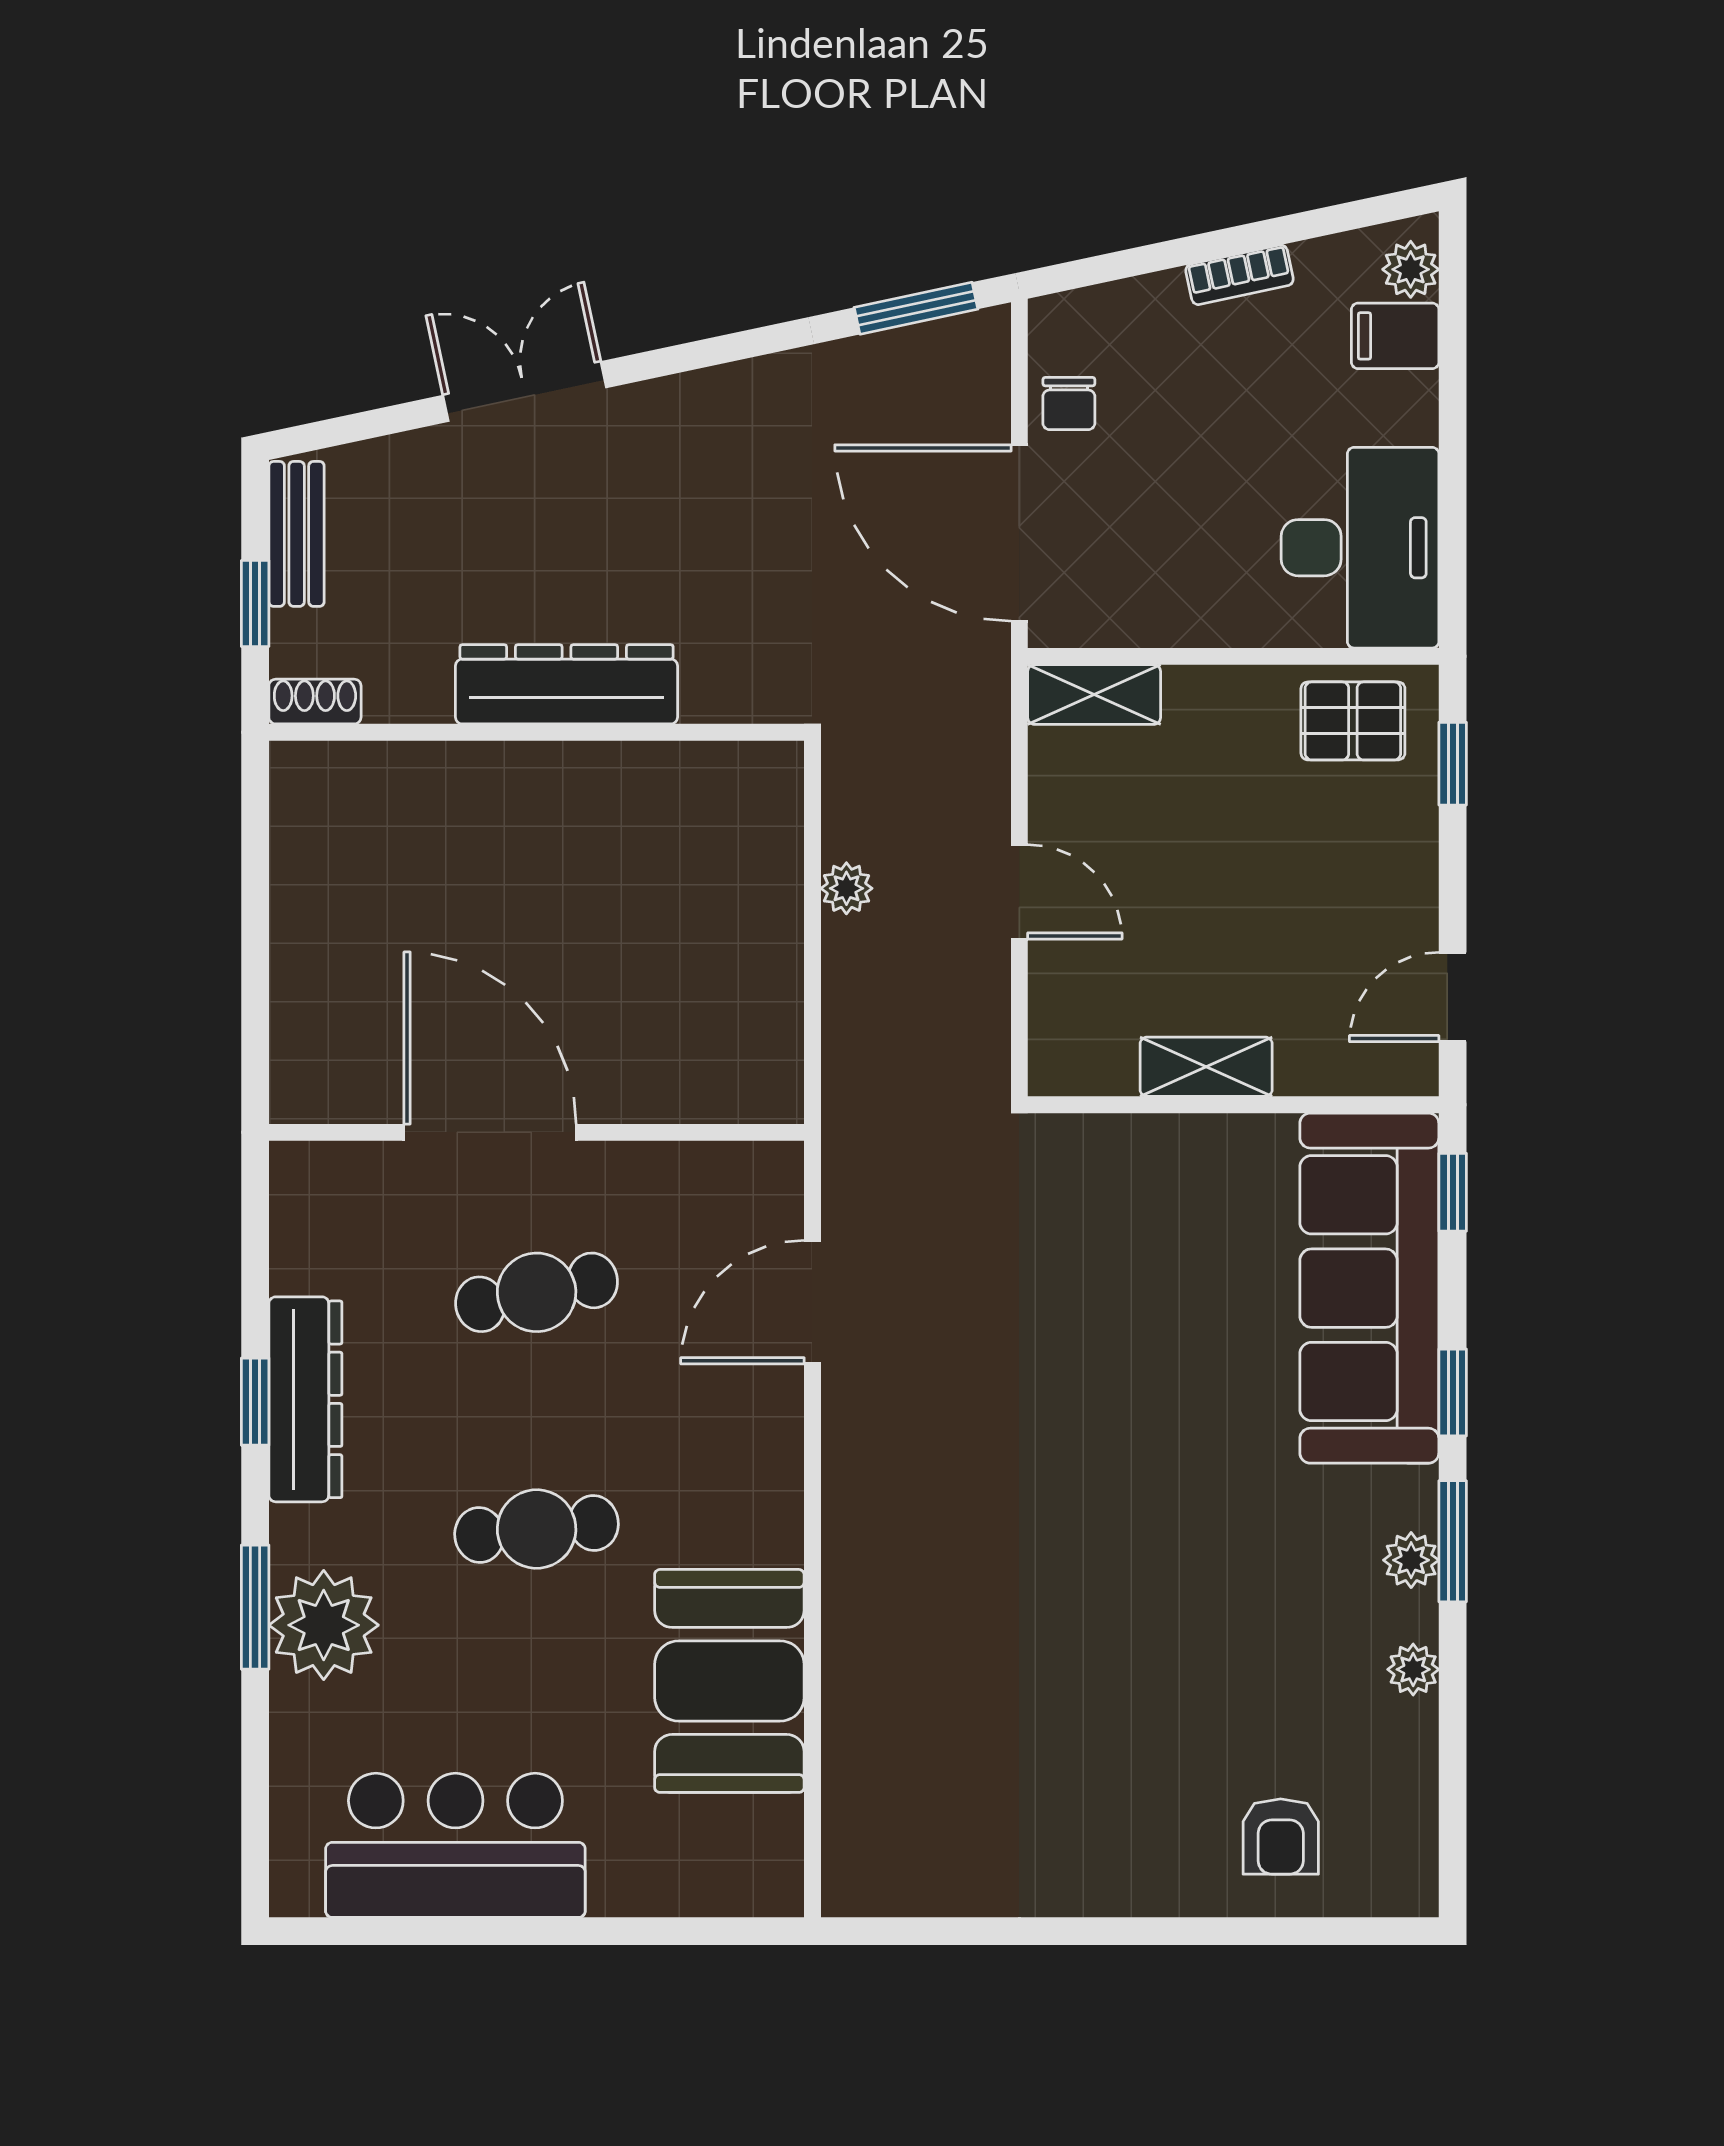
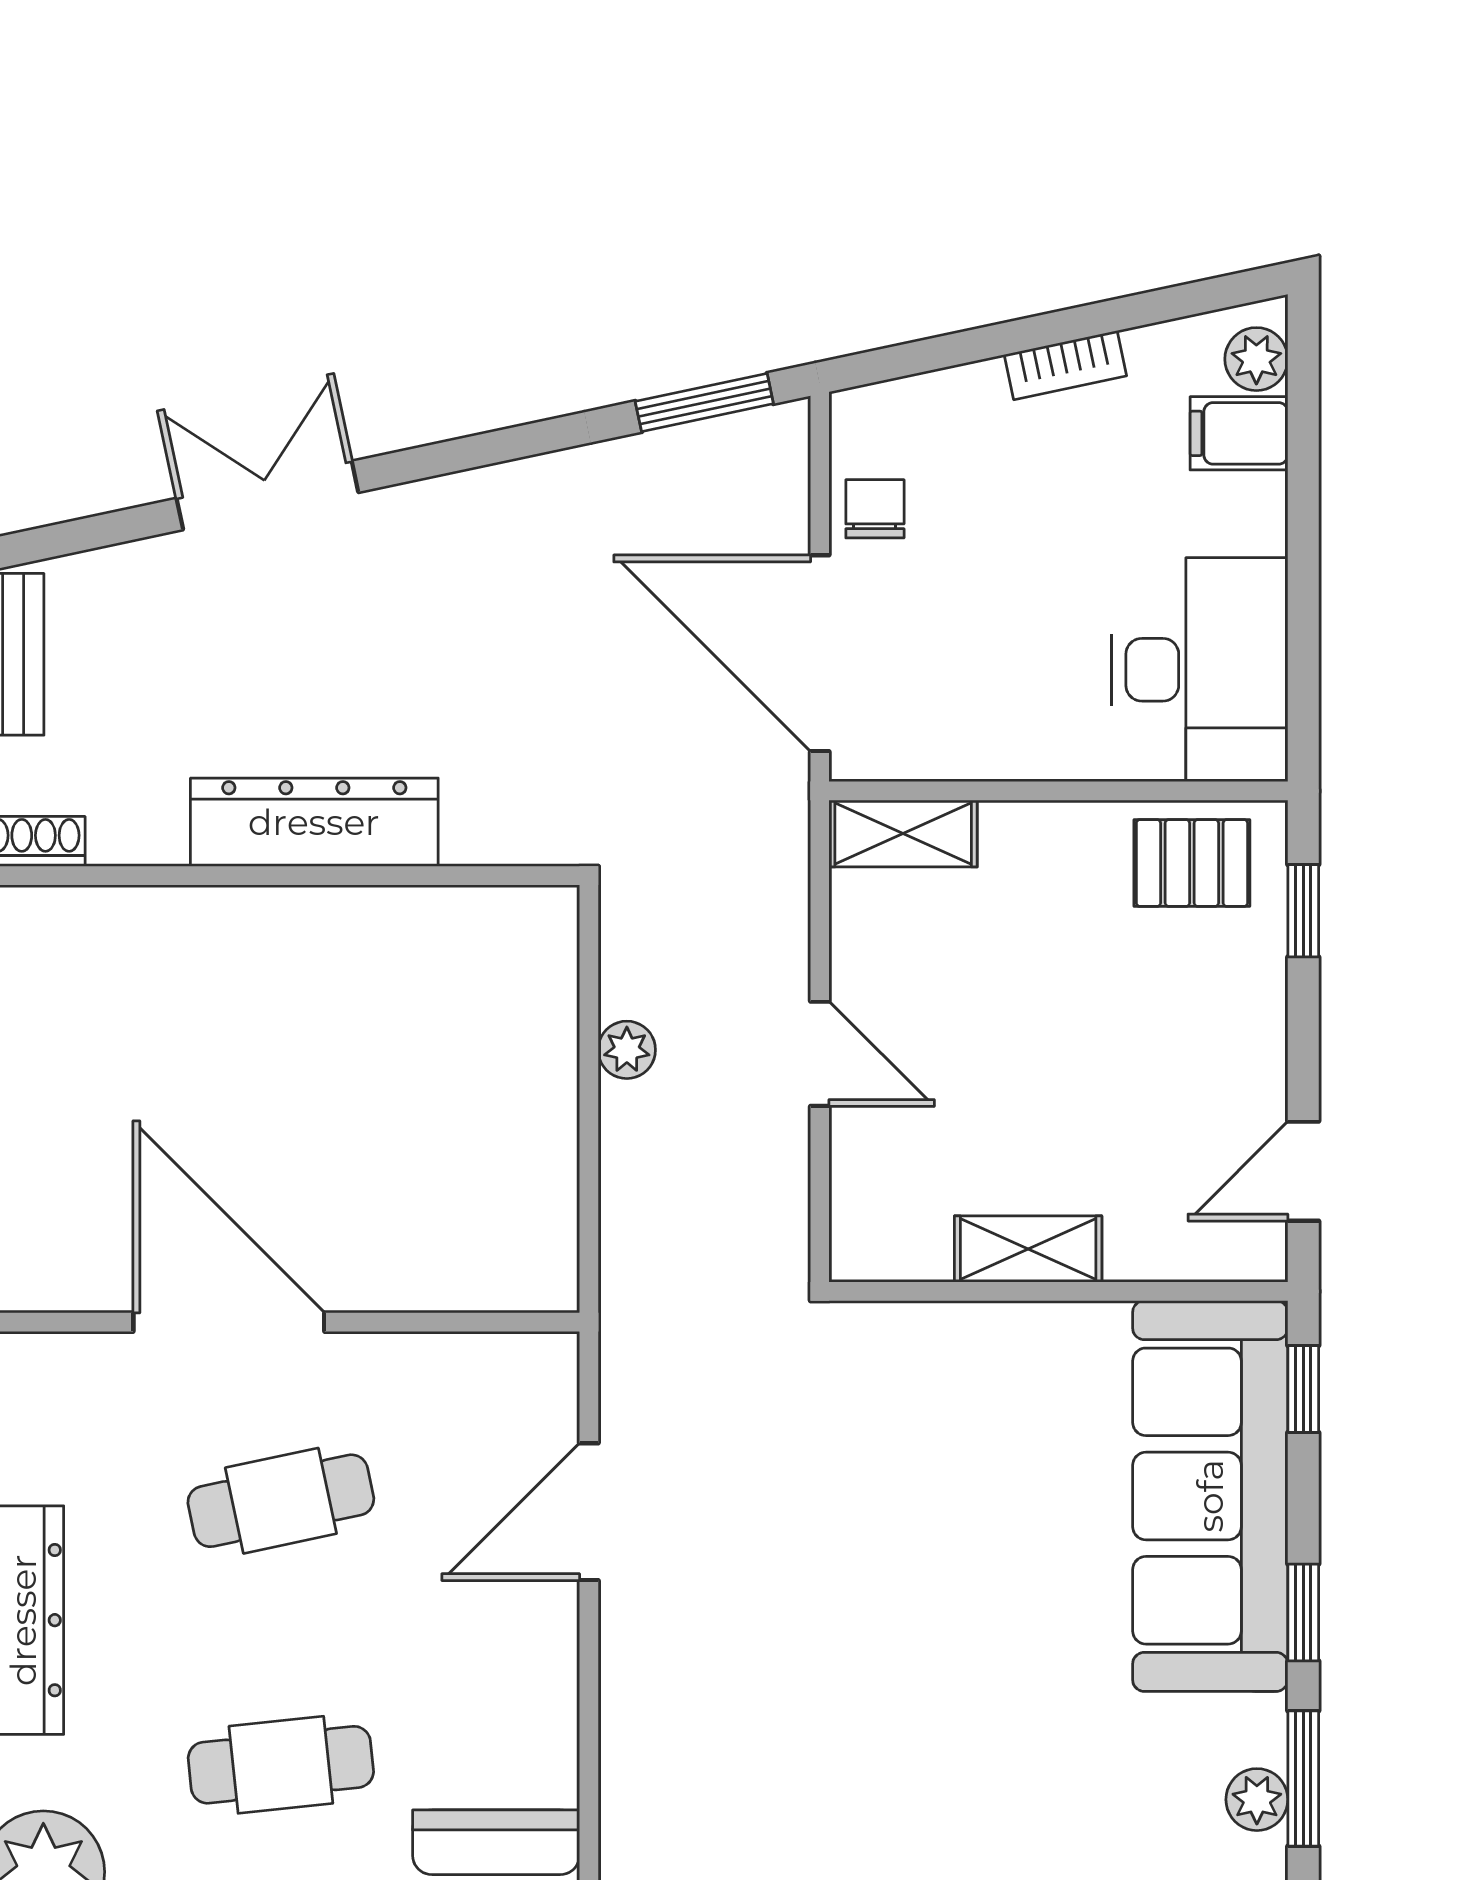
chair: (1069, 404) -> (875, 509), turned 180

